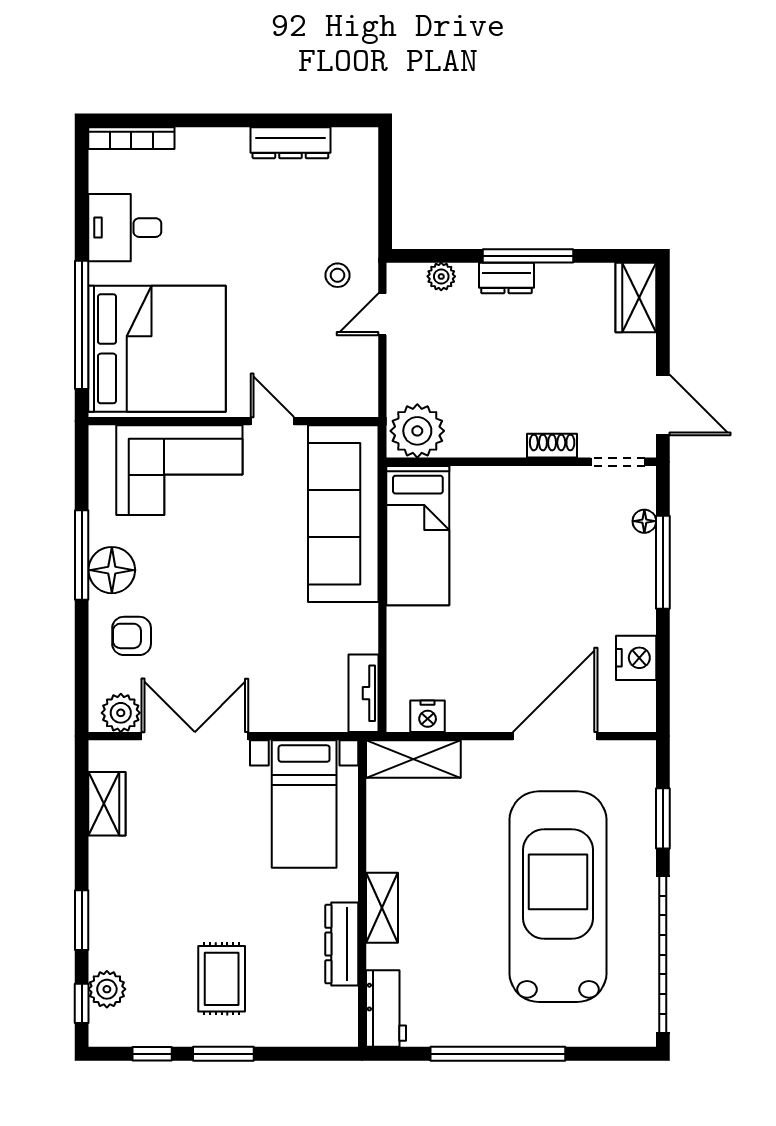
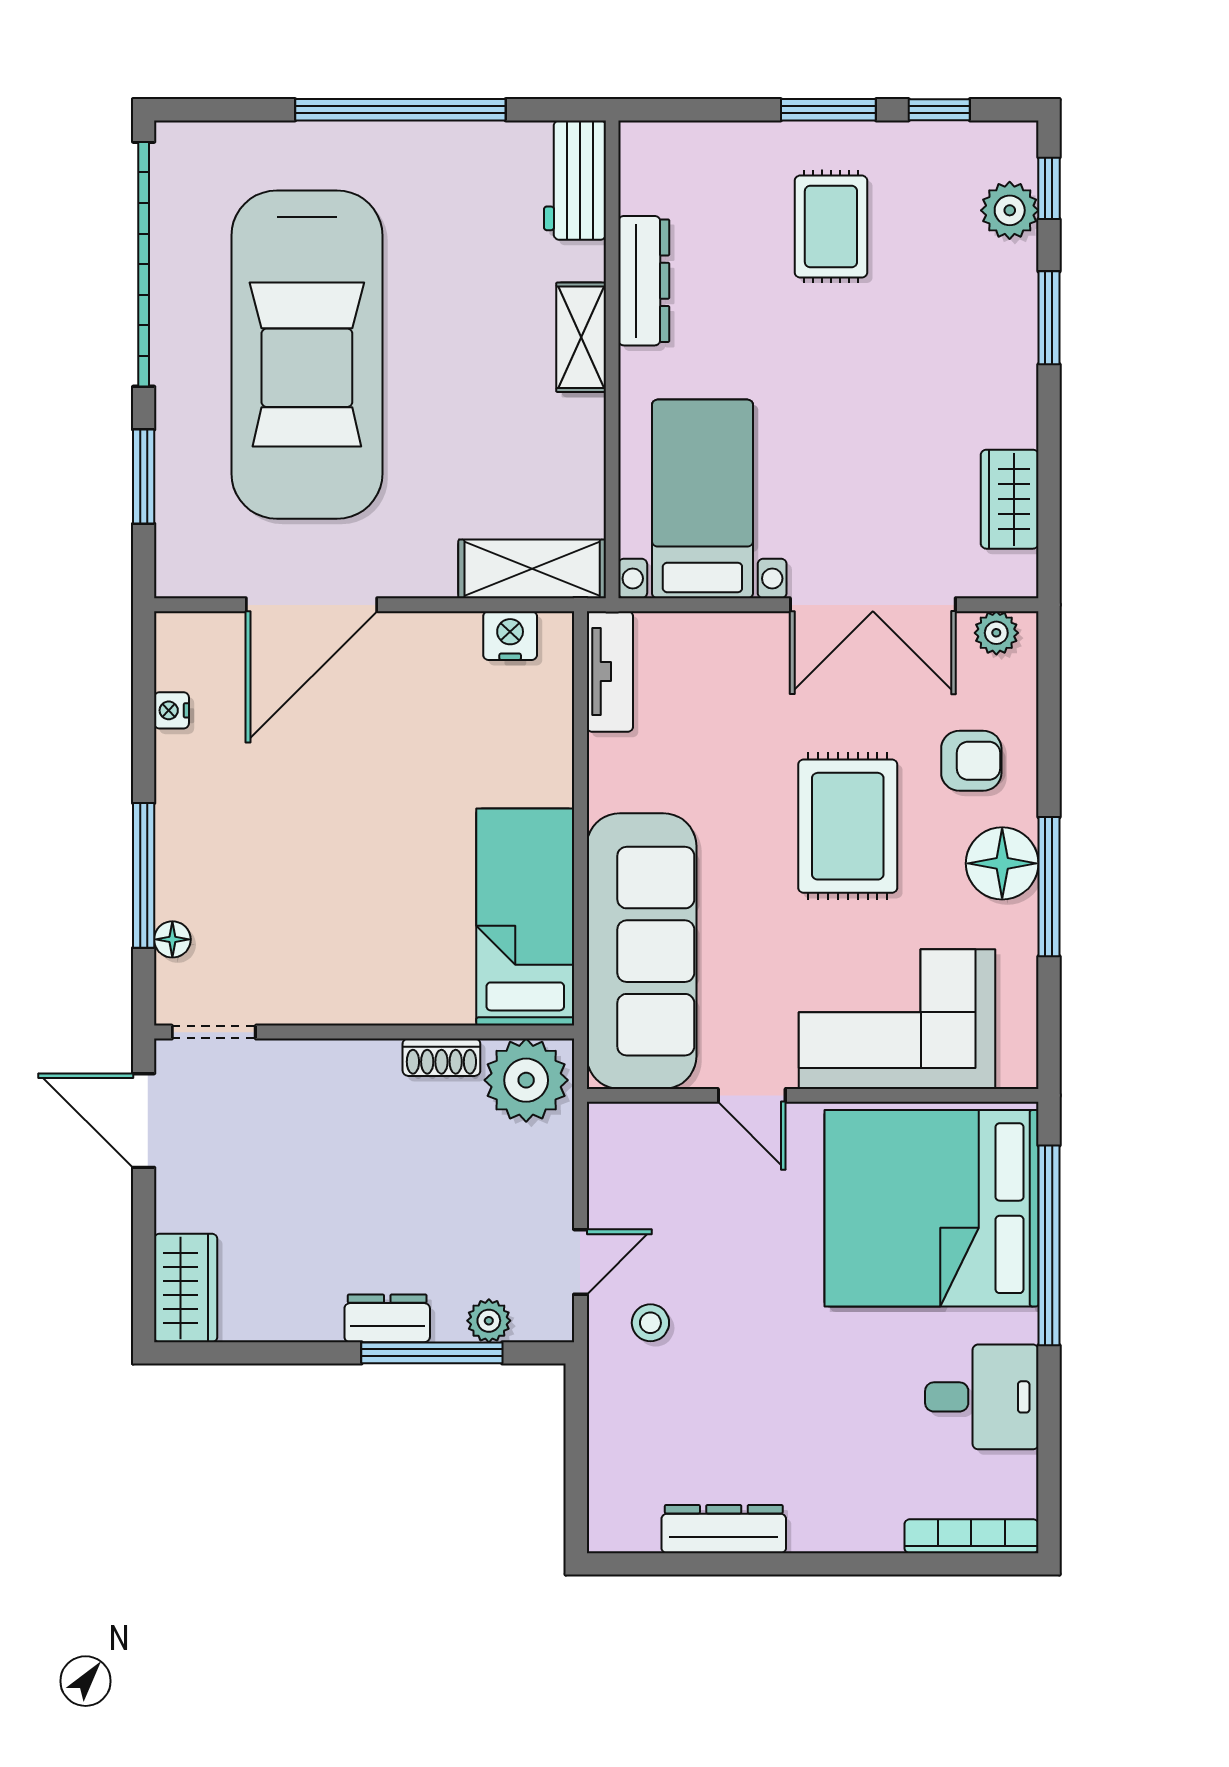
window: (528, 256) -> (432, 1353), moved
shoe rack: (552, 446) -> (441, 1057), moved
rug: (211, 594) -> (848, 826), added
nightstand: (636, 658) -> (171, 710), width x0.53, depth x0.56
plant: (121, 713) -> (996, 633), width x0.73, depth x0.73

